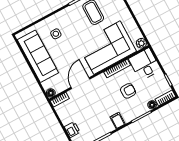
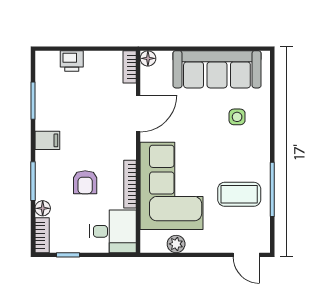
plant: (141, 43) -> (176, 244), moved
door: (80, 83) -> (138, 113), hinge flipped

